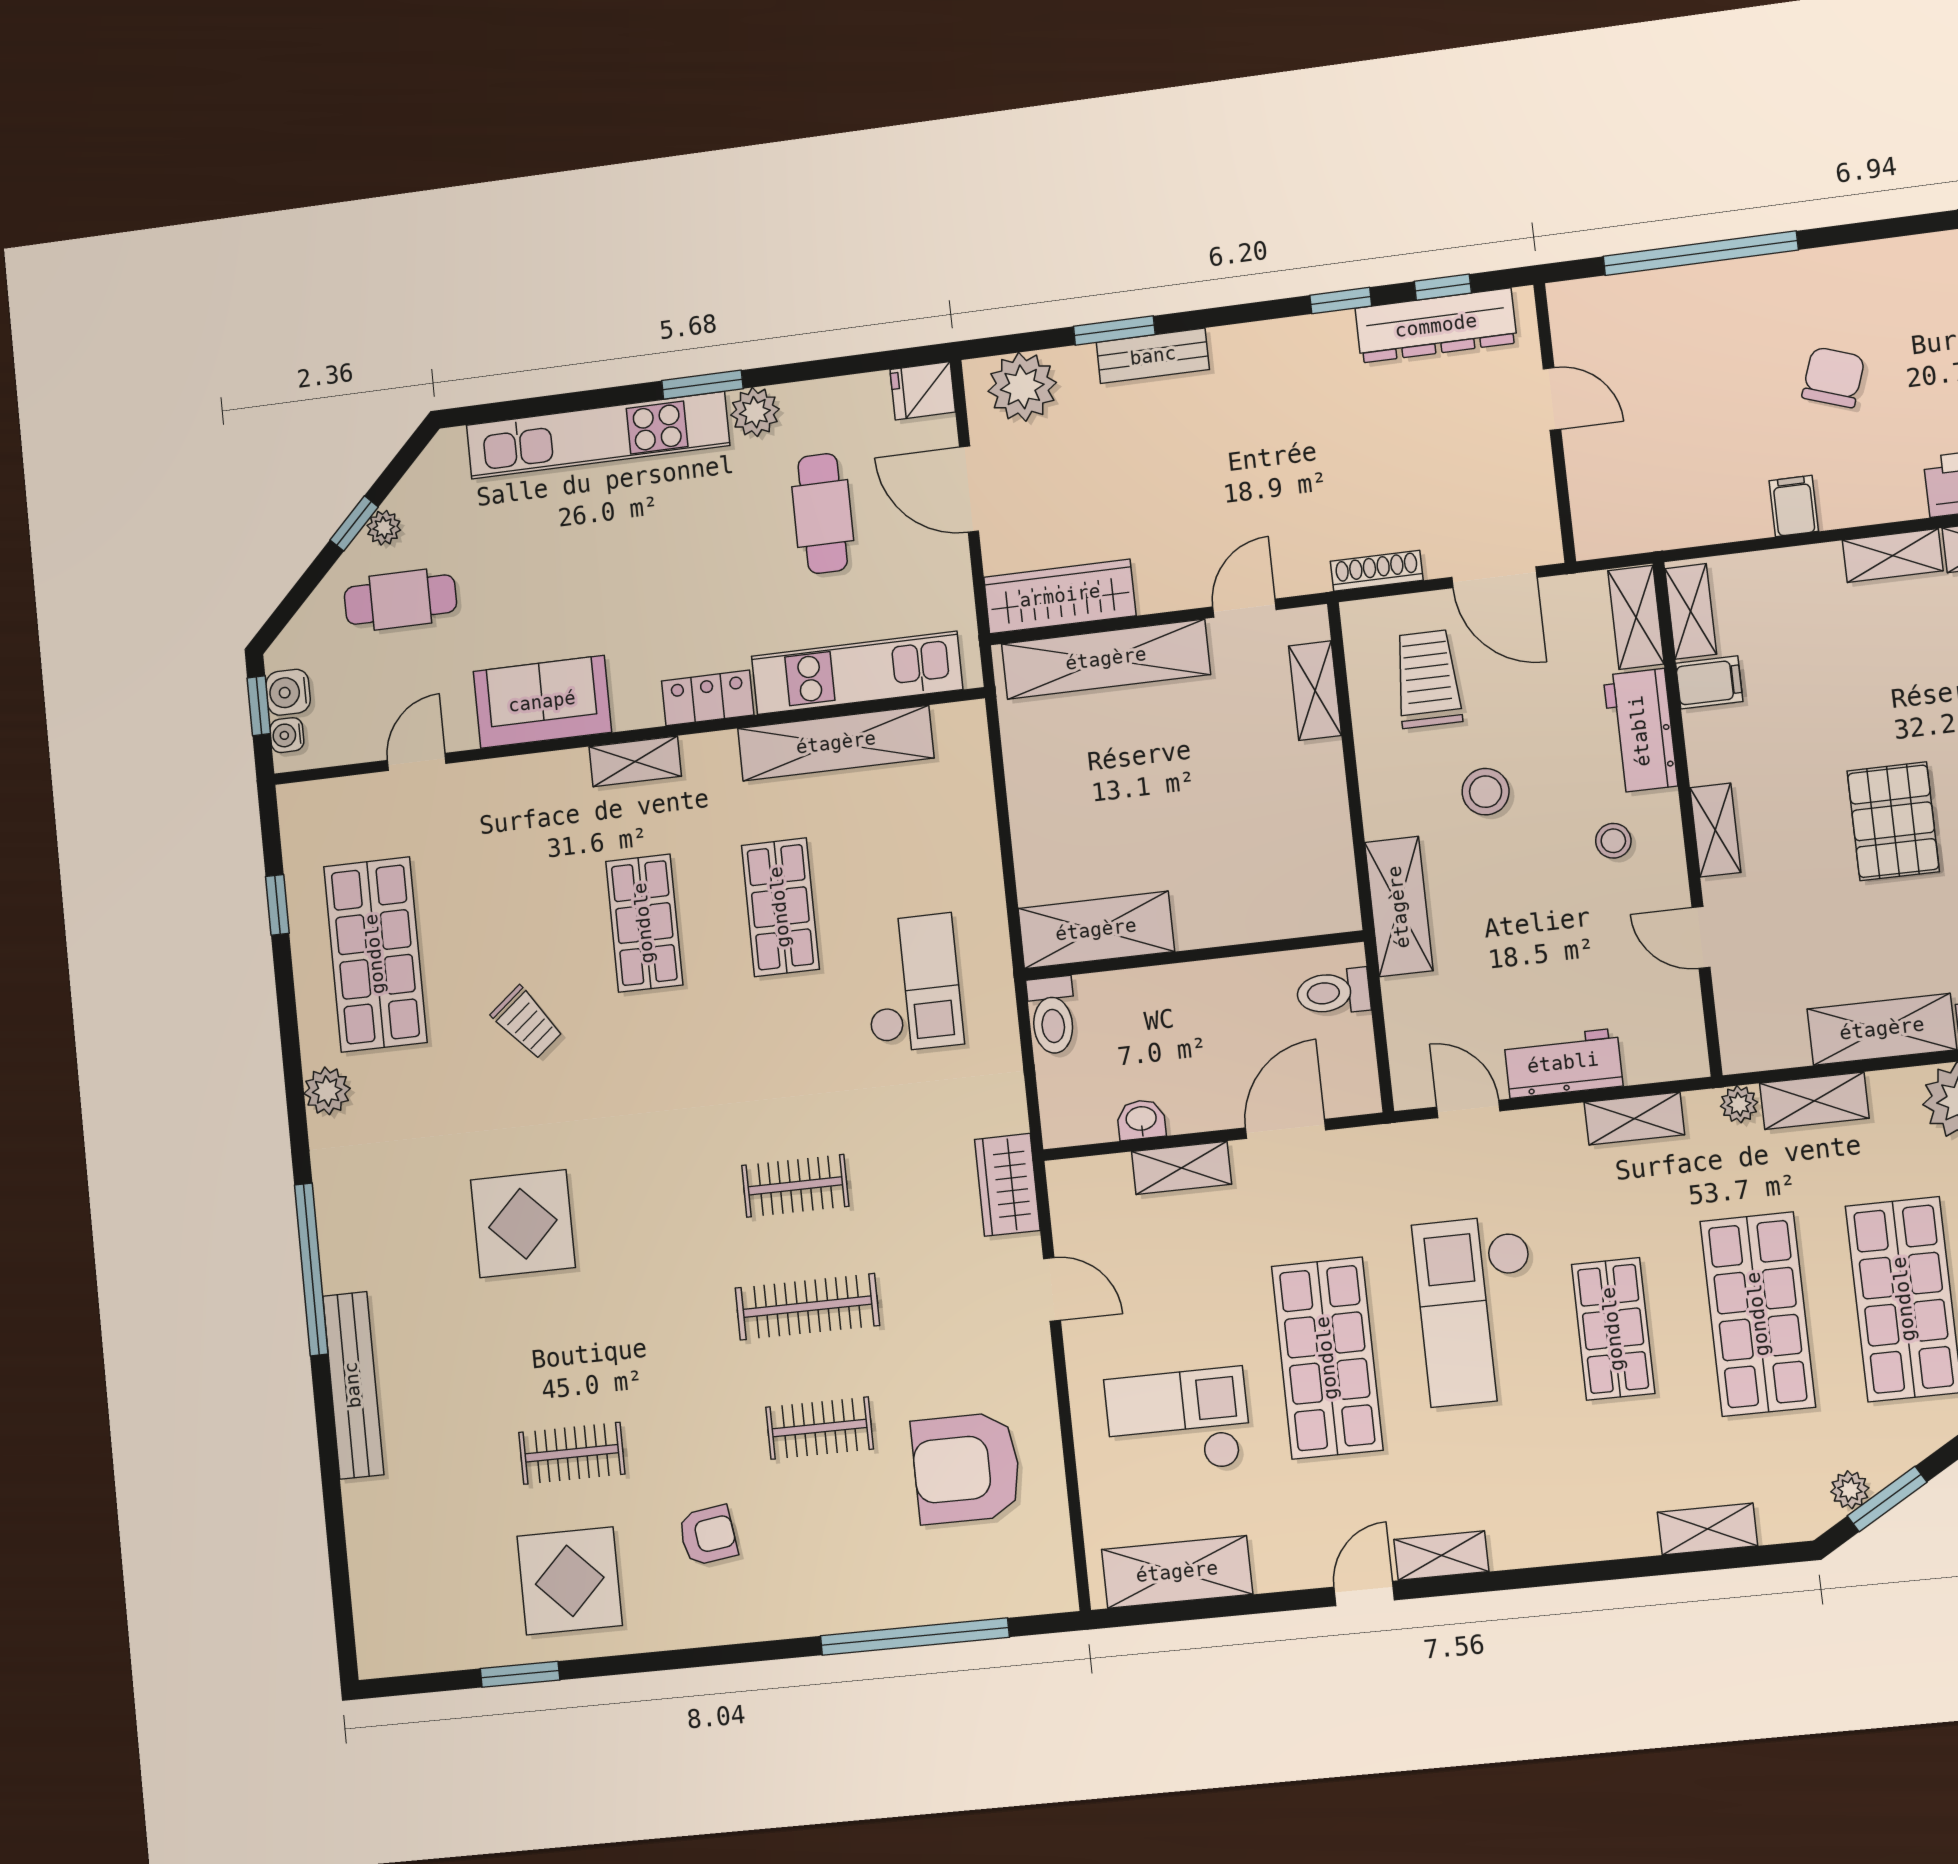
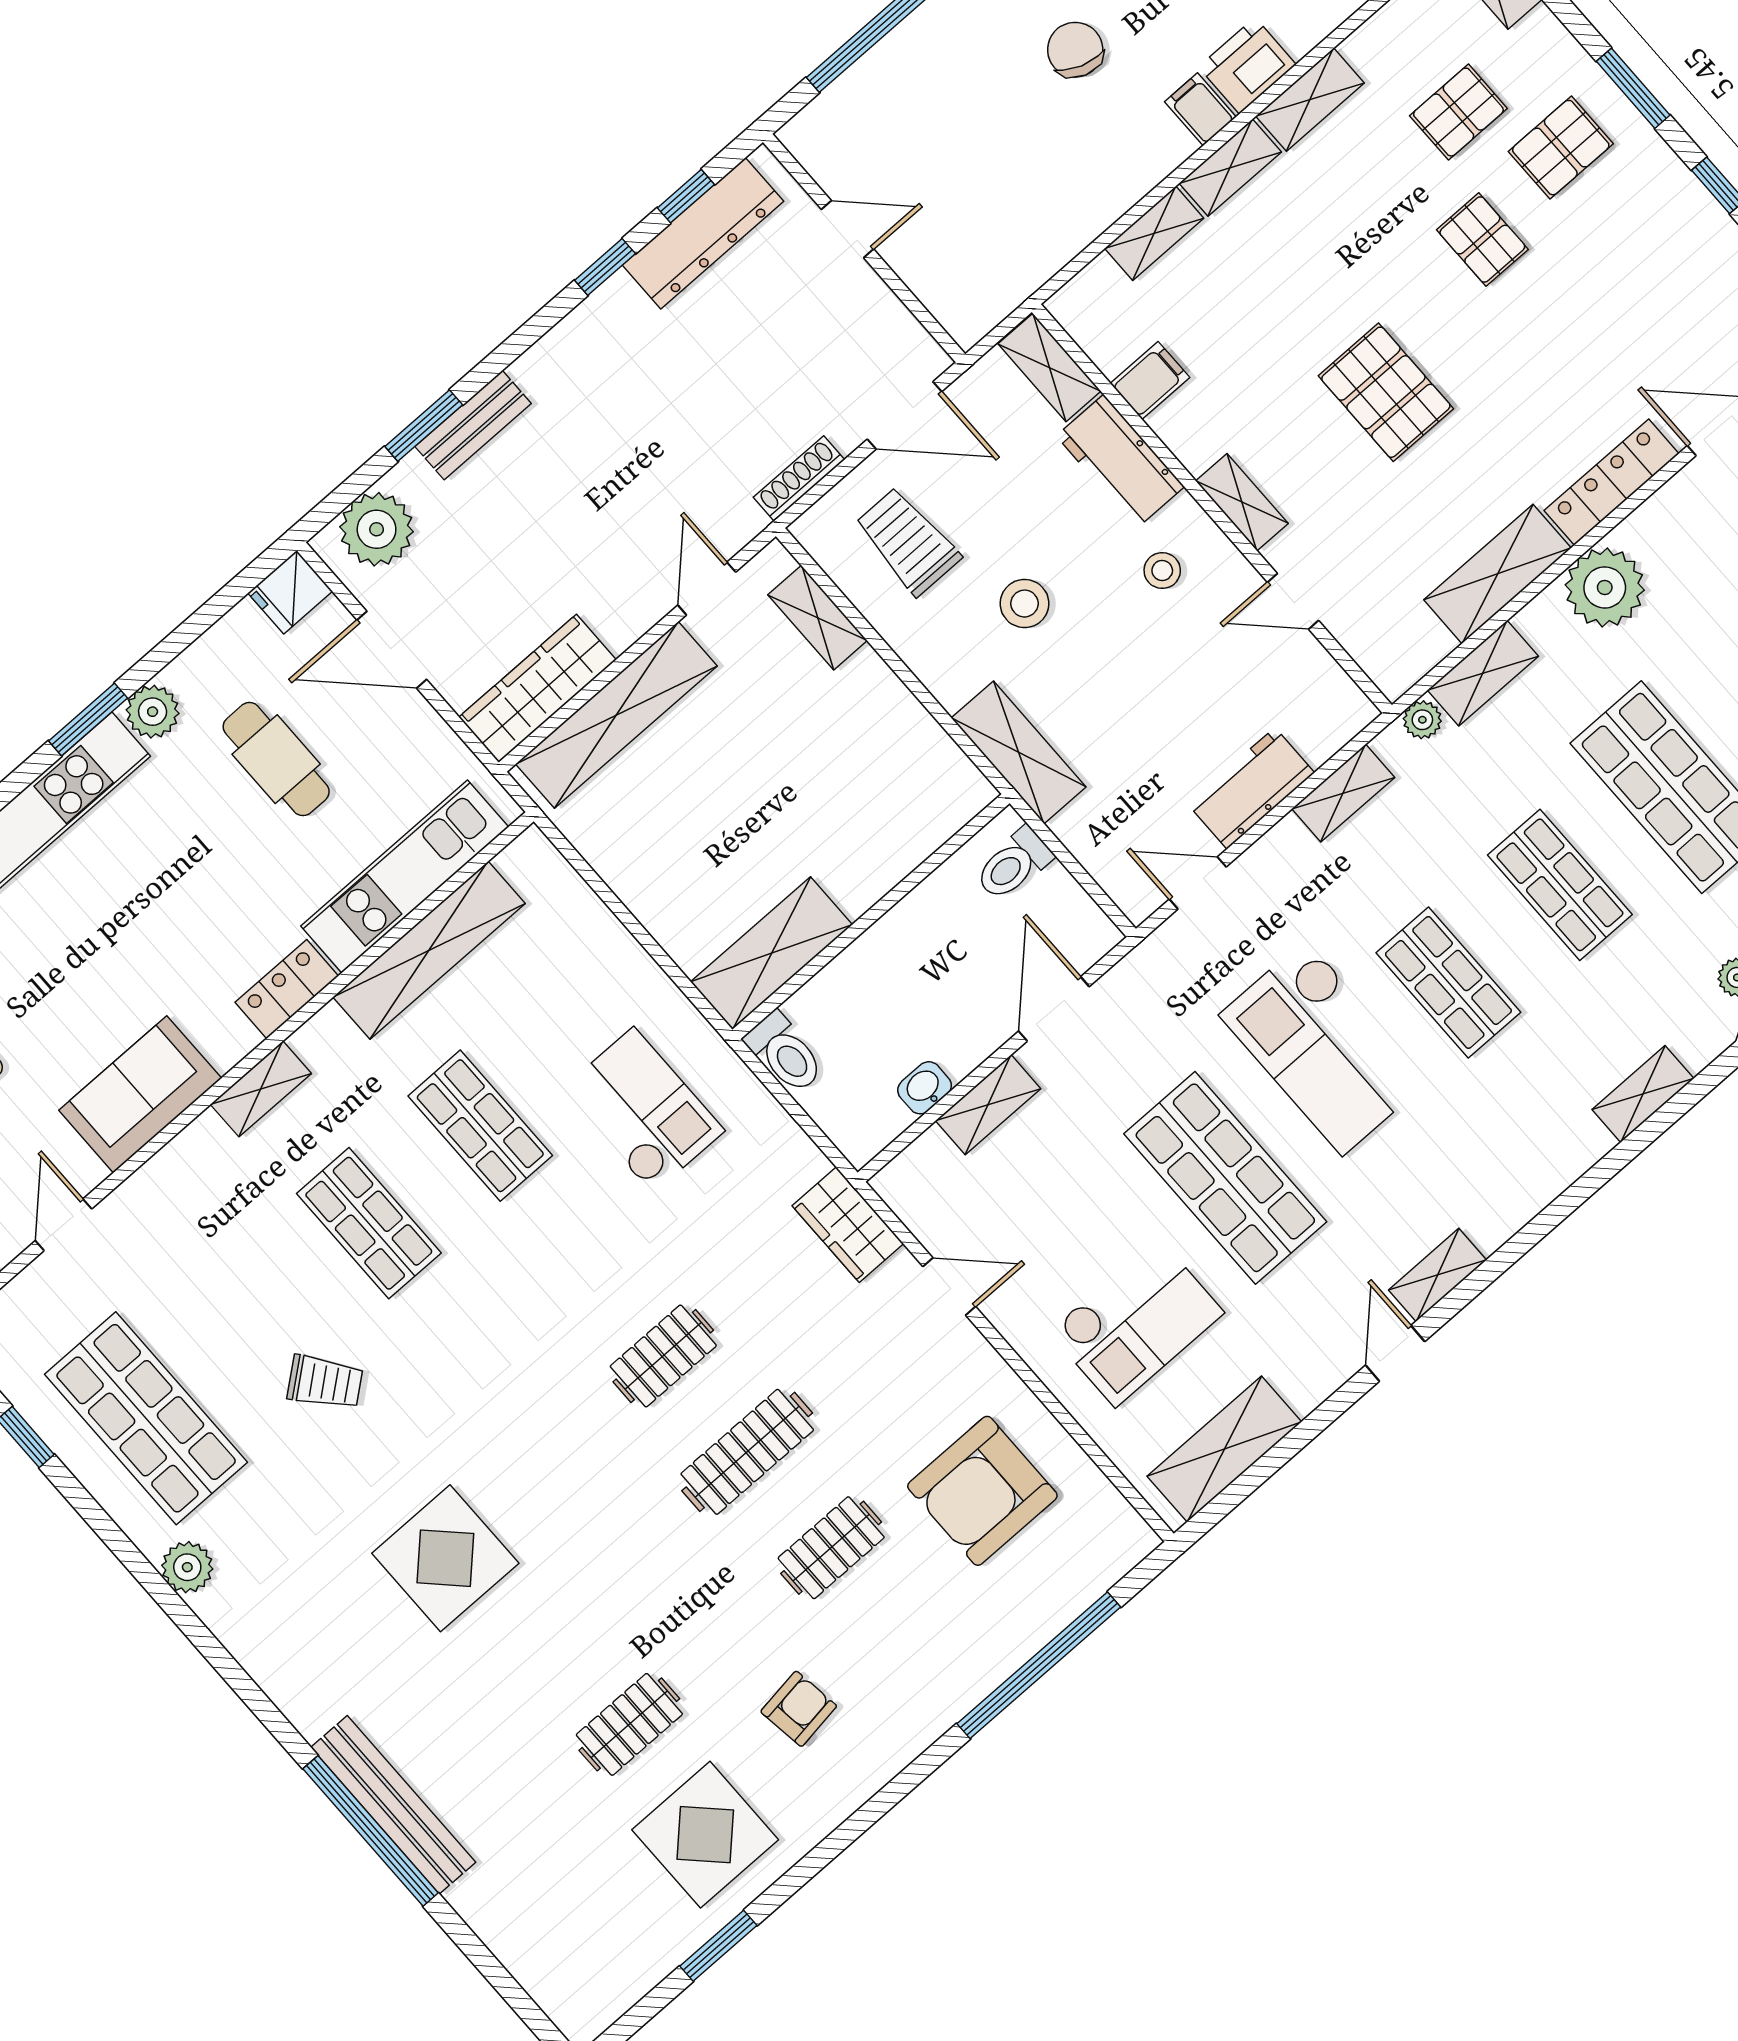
filing cabinet: (1794, 506) -> (1200, 109), moved
shelving: (1691, 611) -> (1154, 233), moved, turned 90
window: (311, 1269) -> (371, 1831), moved
shop shelf: (1758, 1314) -> (1560, 885), width x0.70, depth x0.74
checkout: (1178, 1422) -> (1136, 1322), turned 180

